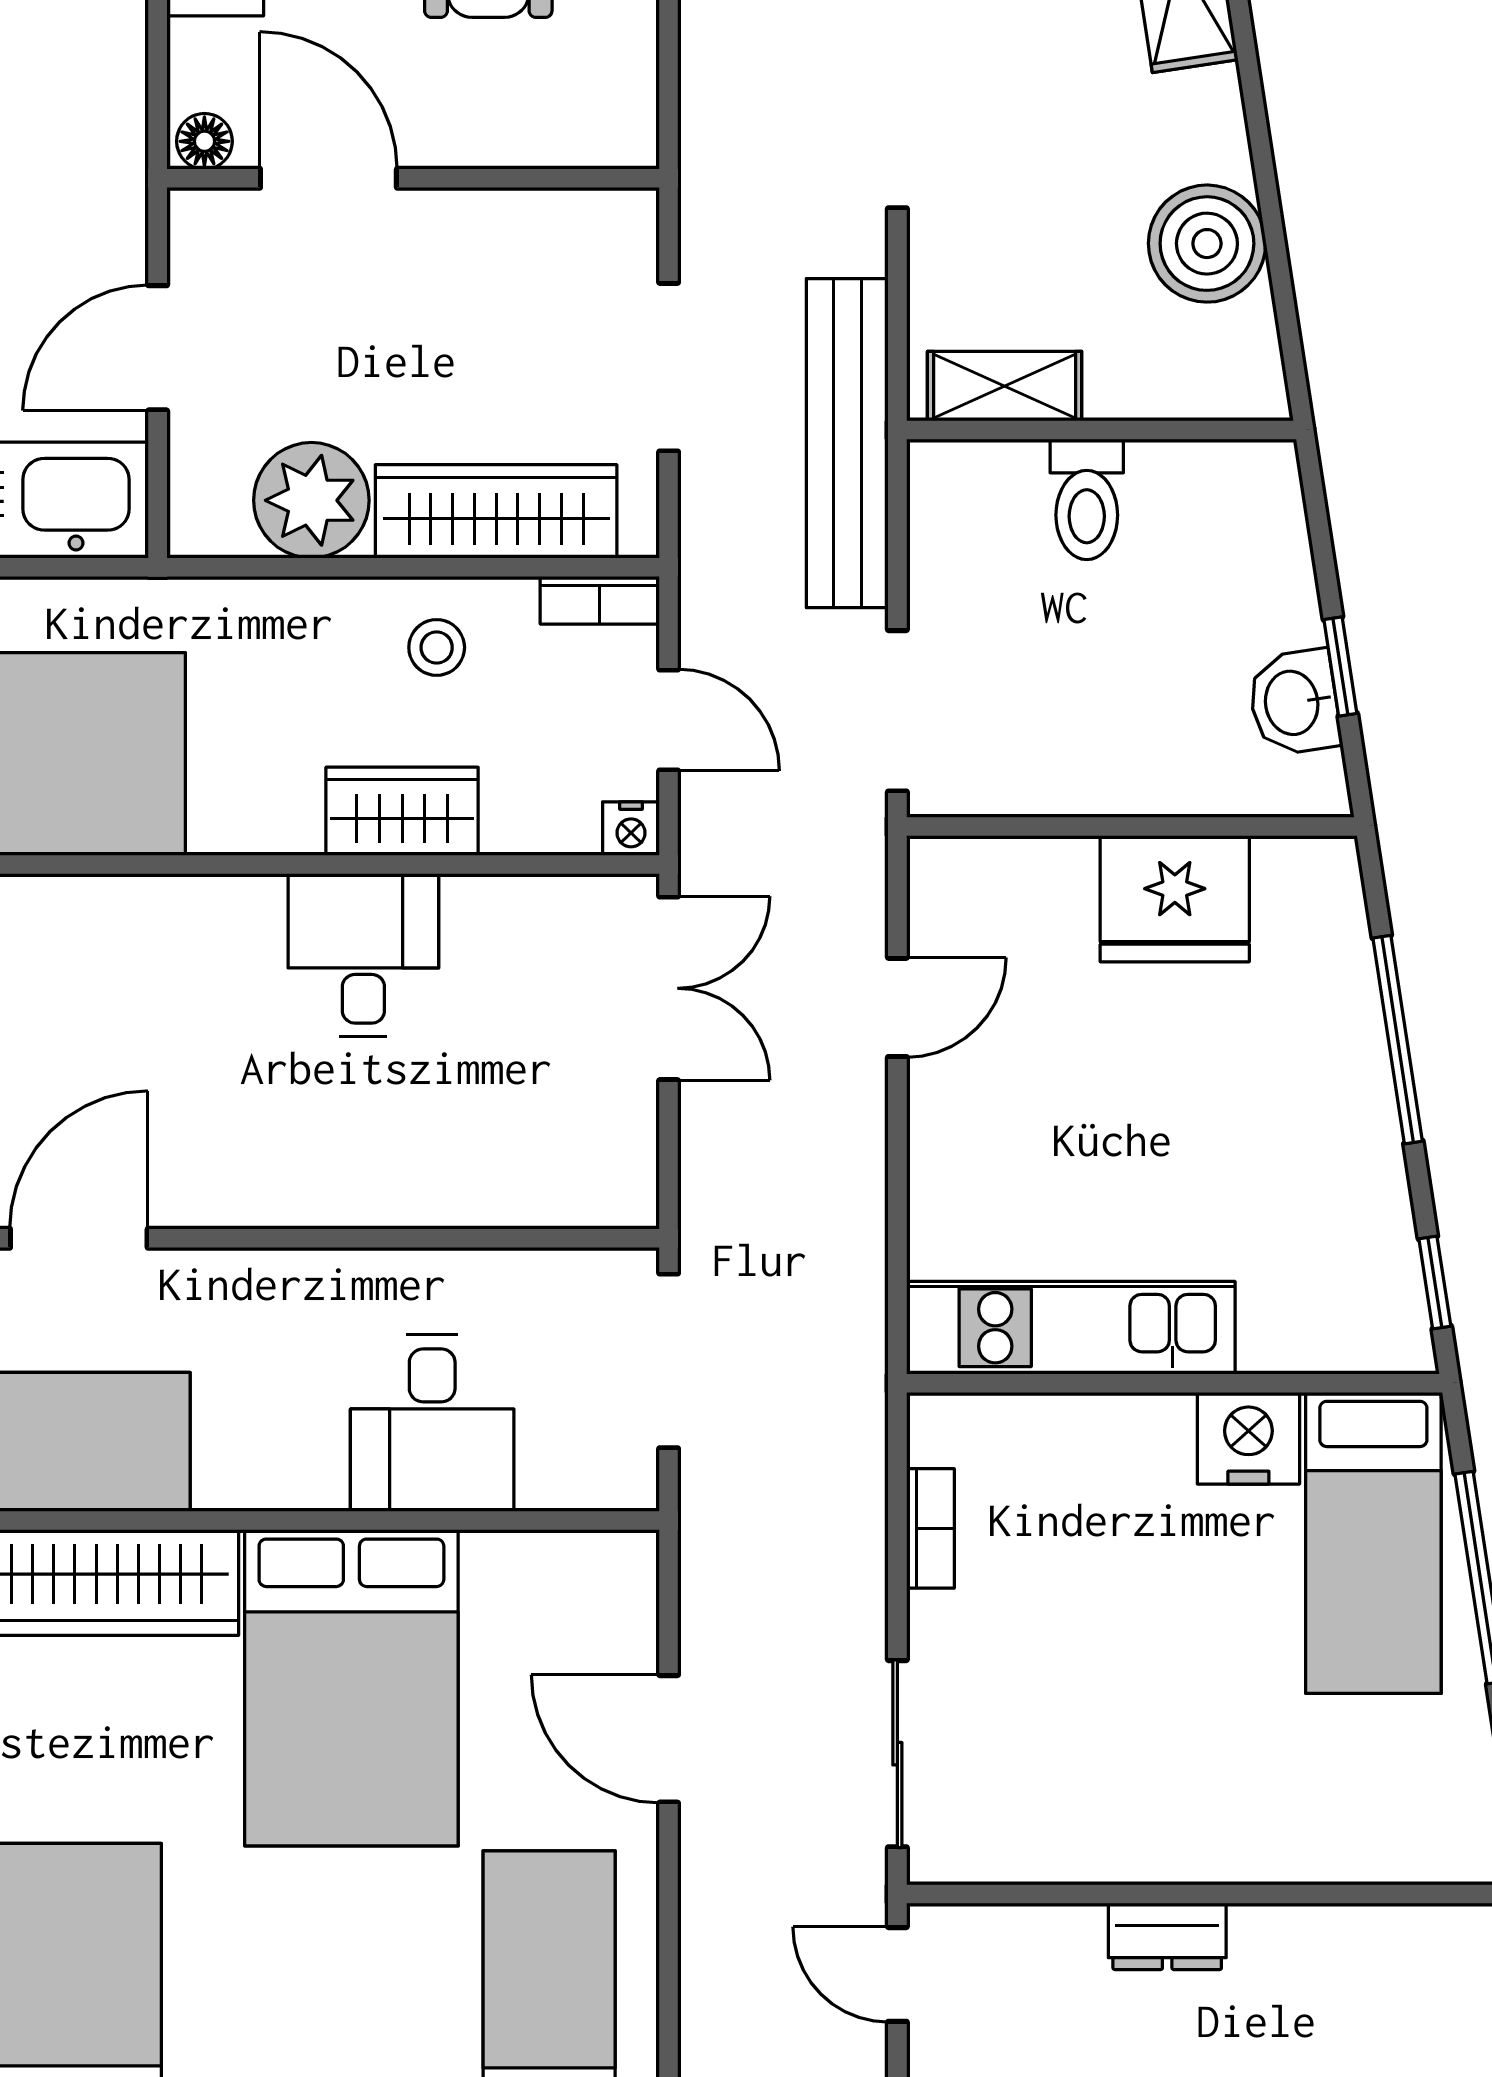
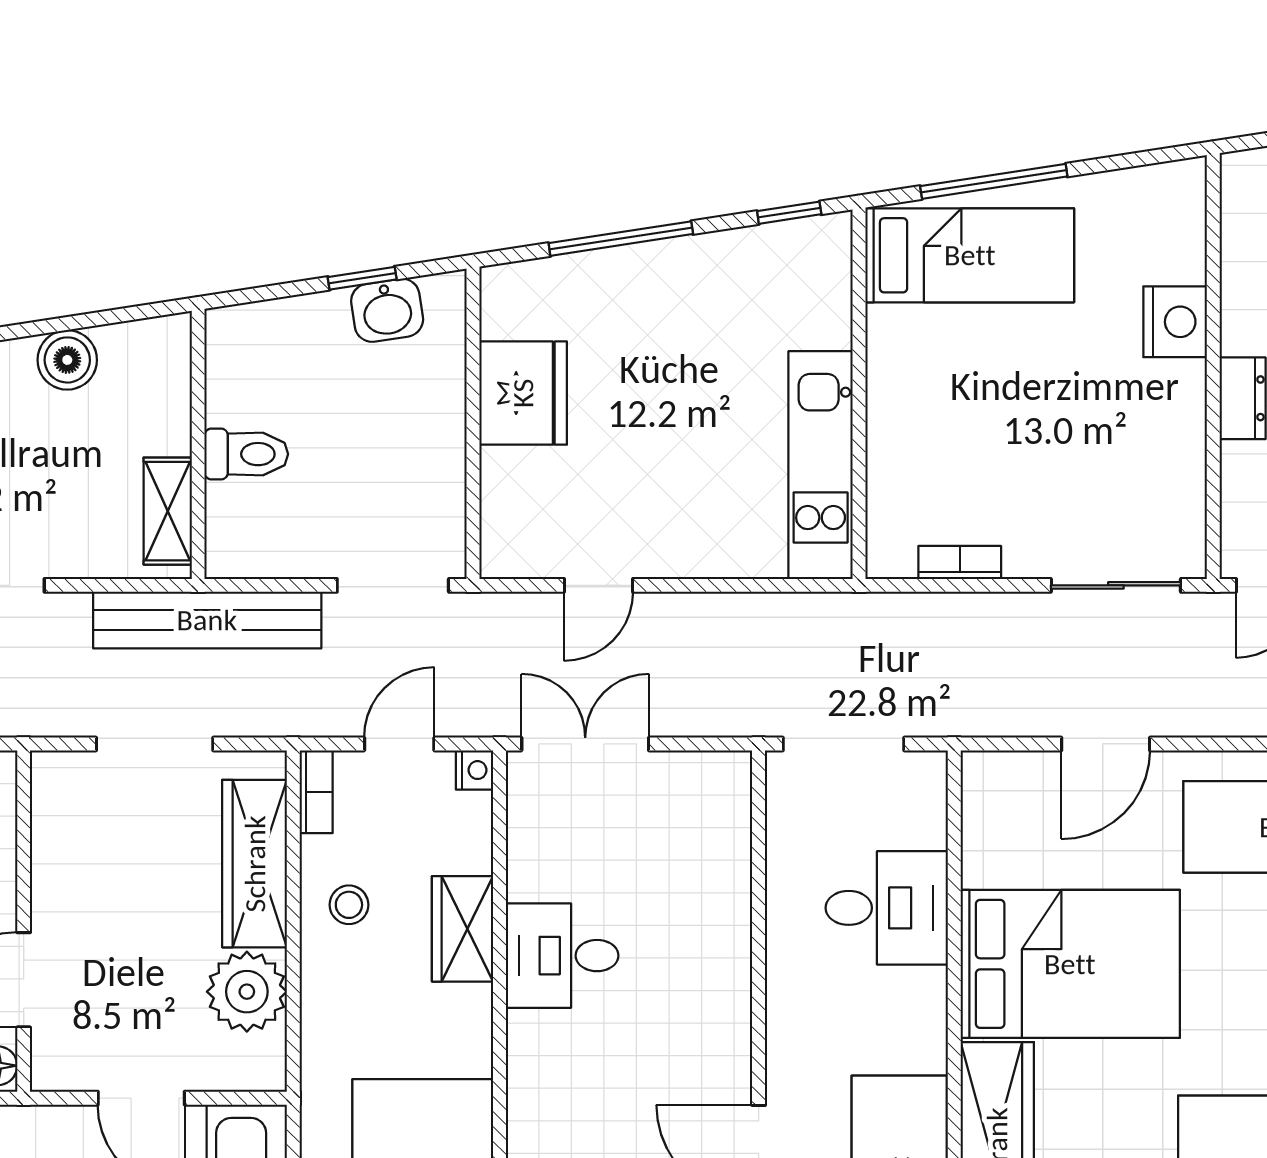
boiler: (1207, 244) -> (67, 360), width x0.73, depth x0.73
door: (897, 1007) -> (599, 585), swing flipped
nightstand: (1248, 1438) -> (1175, 322), moved, turned 180

